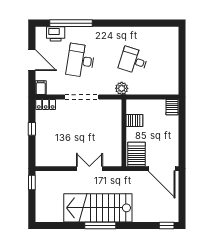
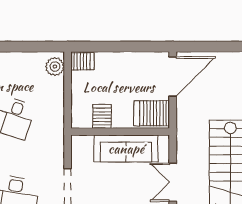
plant: (122, 88) -> (55, 67), moved
sofa: (112, 137) -> (126, 149), added

